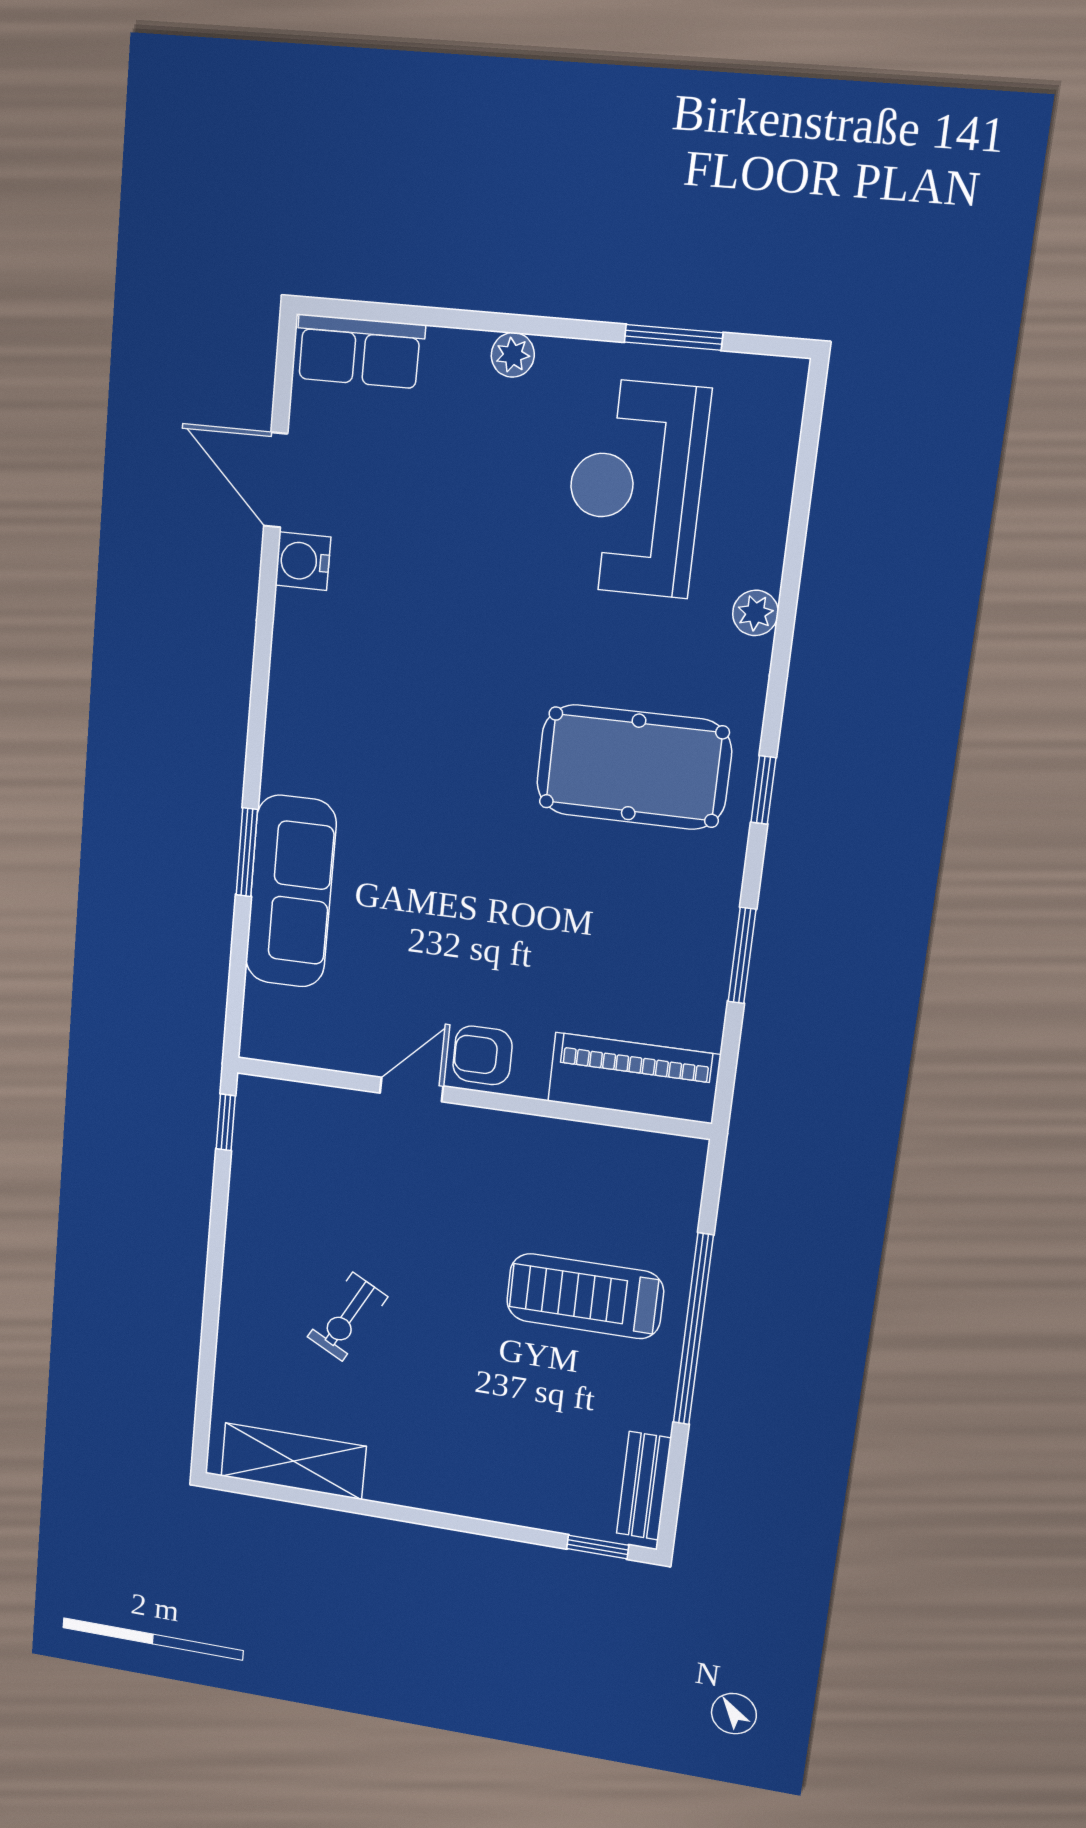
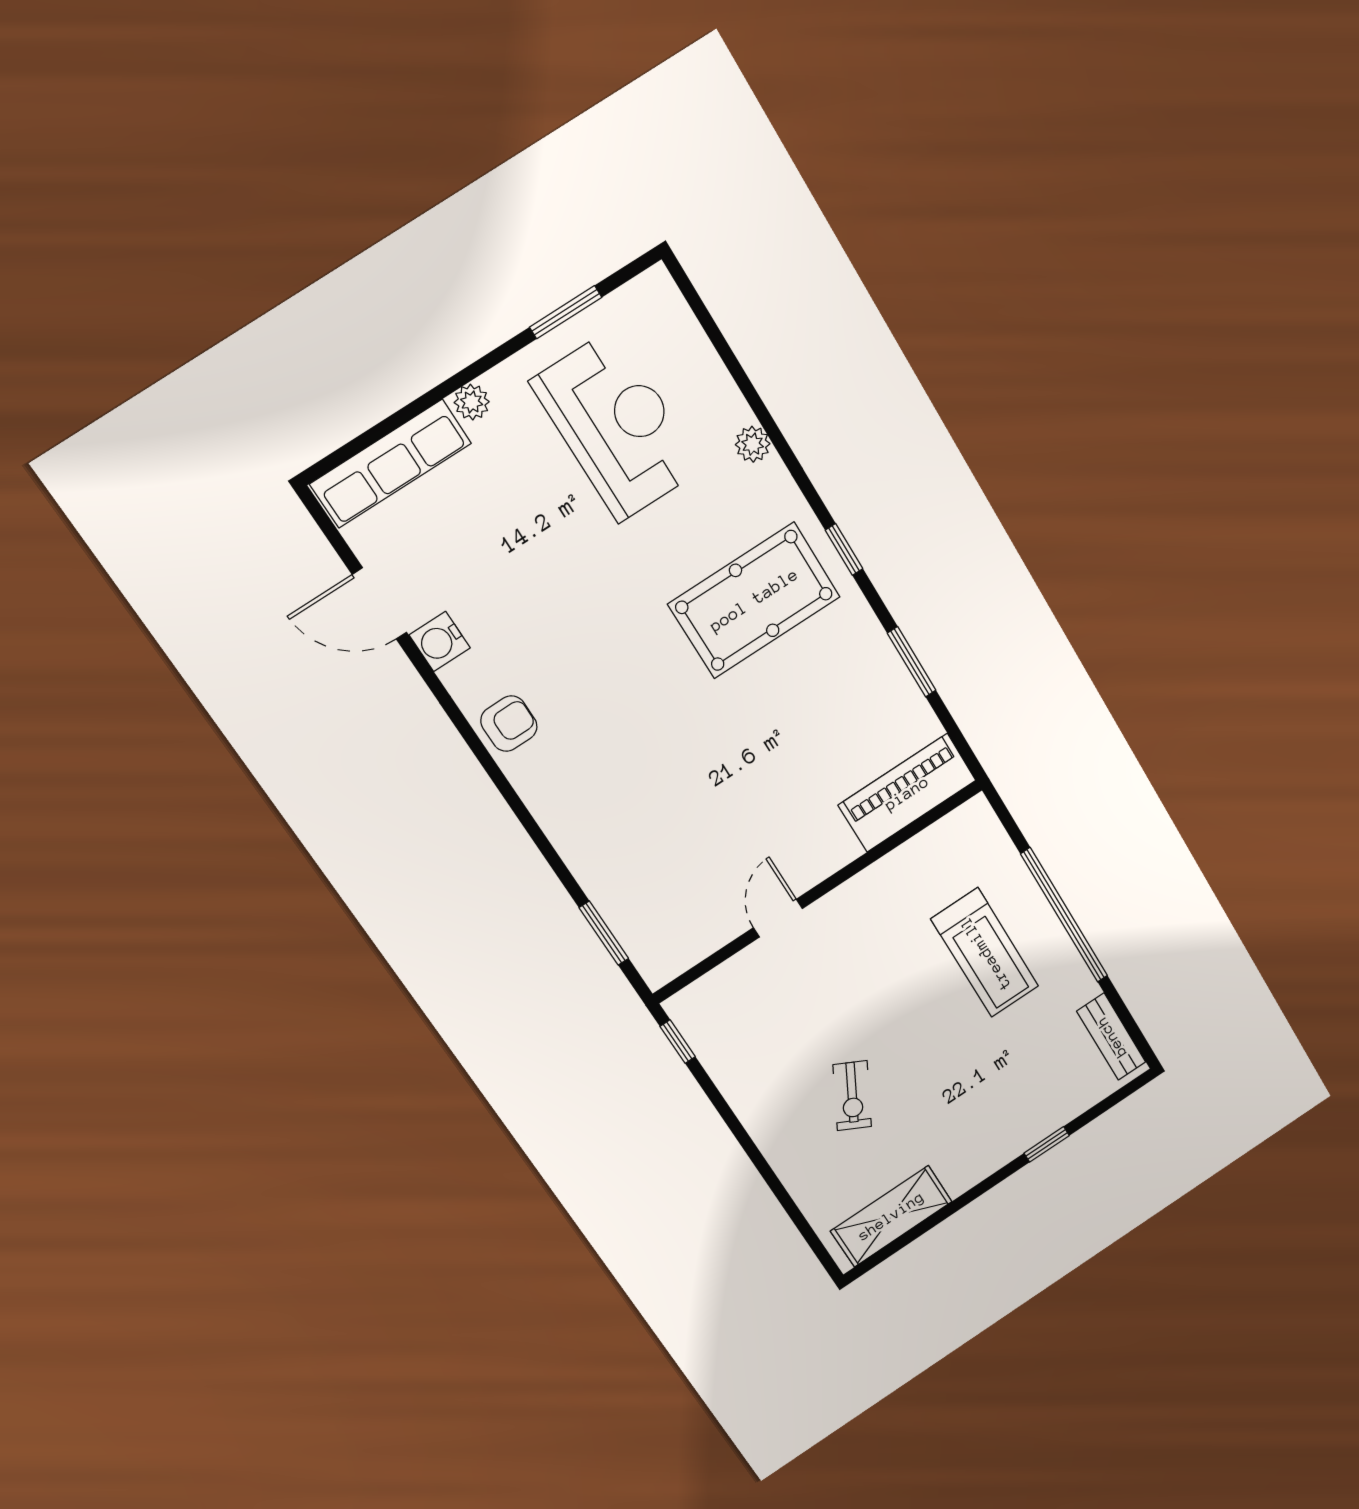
row of seats: (359, 352) -> (391, 464), width x1.48
reception desk: (635, 488) -> (617, 426), turned 180
window: (247, 852) -> (604, 933), moved
sofa: (291, 892) -> (601, 859), removed
armchair: (482, 1055) -> (509, 724), moved, turned 180
treadmill: (585, 1296) -> (985, 953), turned -90
window: (598, 1547) -> (1047, 1144), moved

